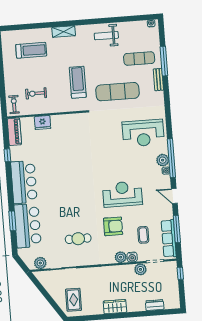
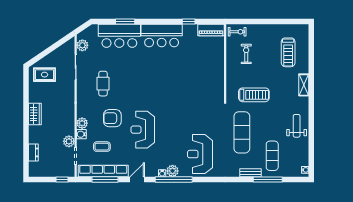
fridge: (43, 123) -> (218, 58), removed
reception desk: (122, 194) -> (143, 130), turned 180
armchair: (113, 226) -> (112, 118), turned 90
row of seats: (169, 238) -> (103, 171), width x1.36

